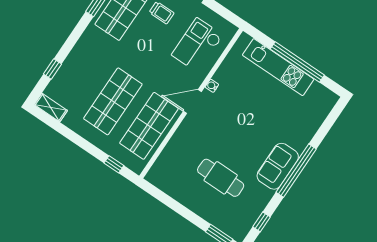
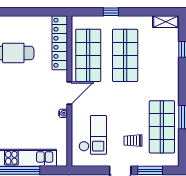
locker: (168, 157) -> (60, 43), added
window: (114, 164) -> (111, 12), moved

